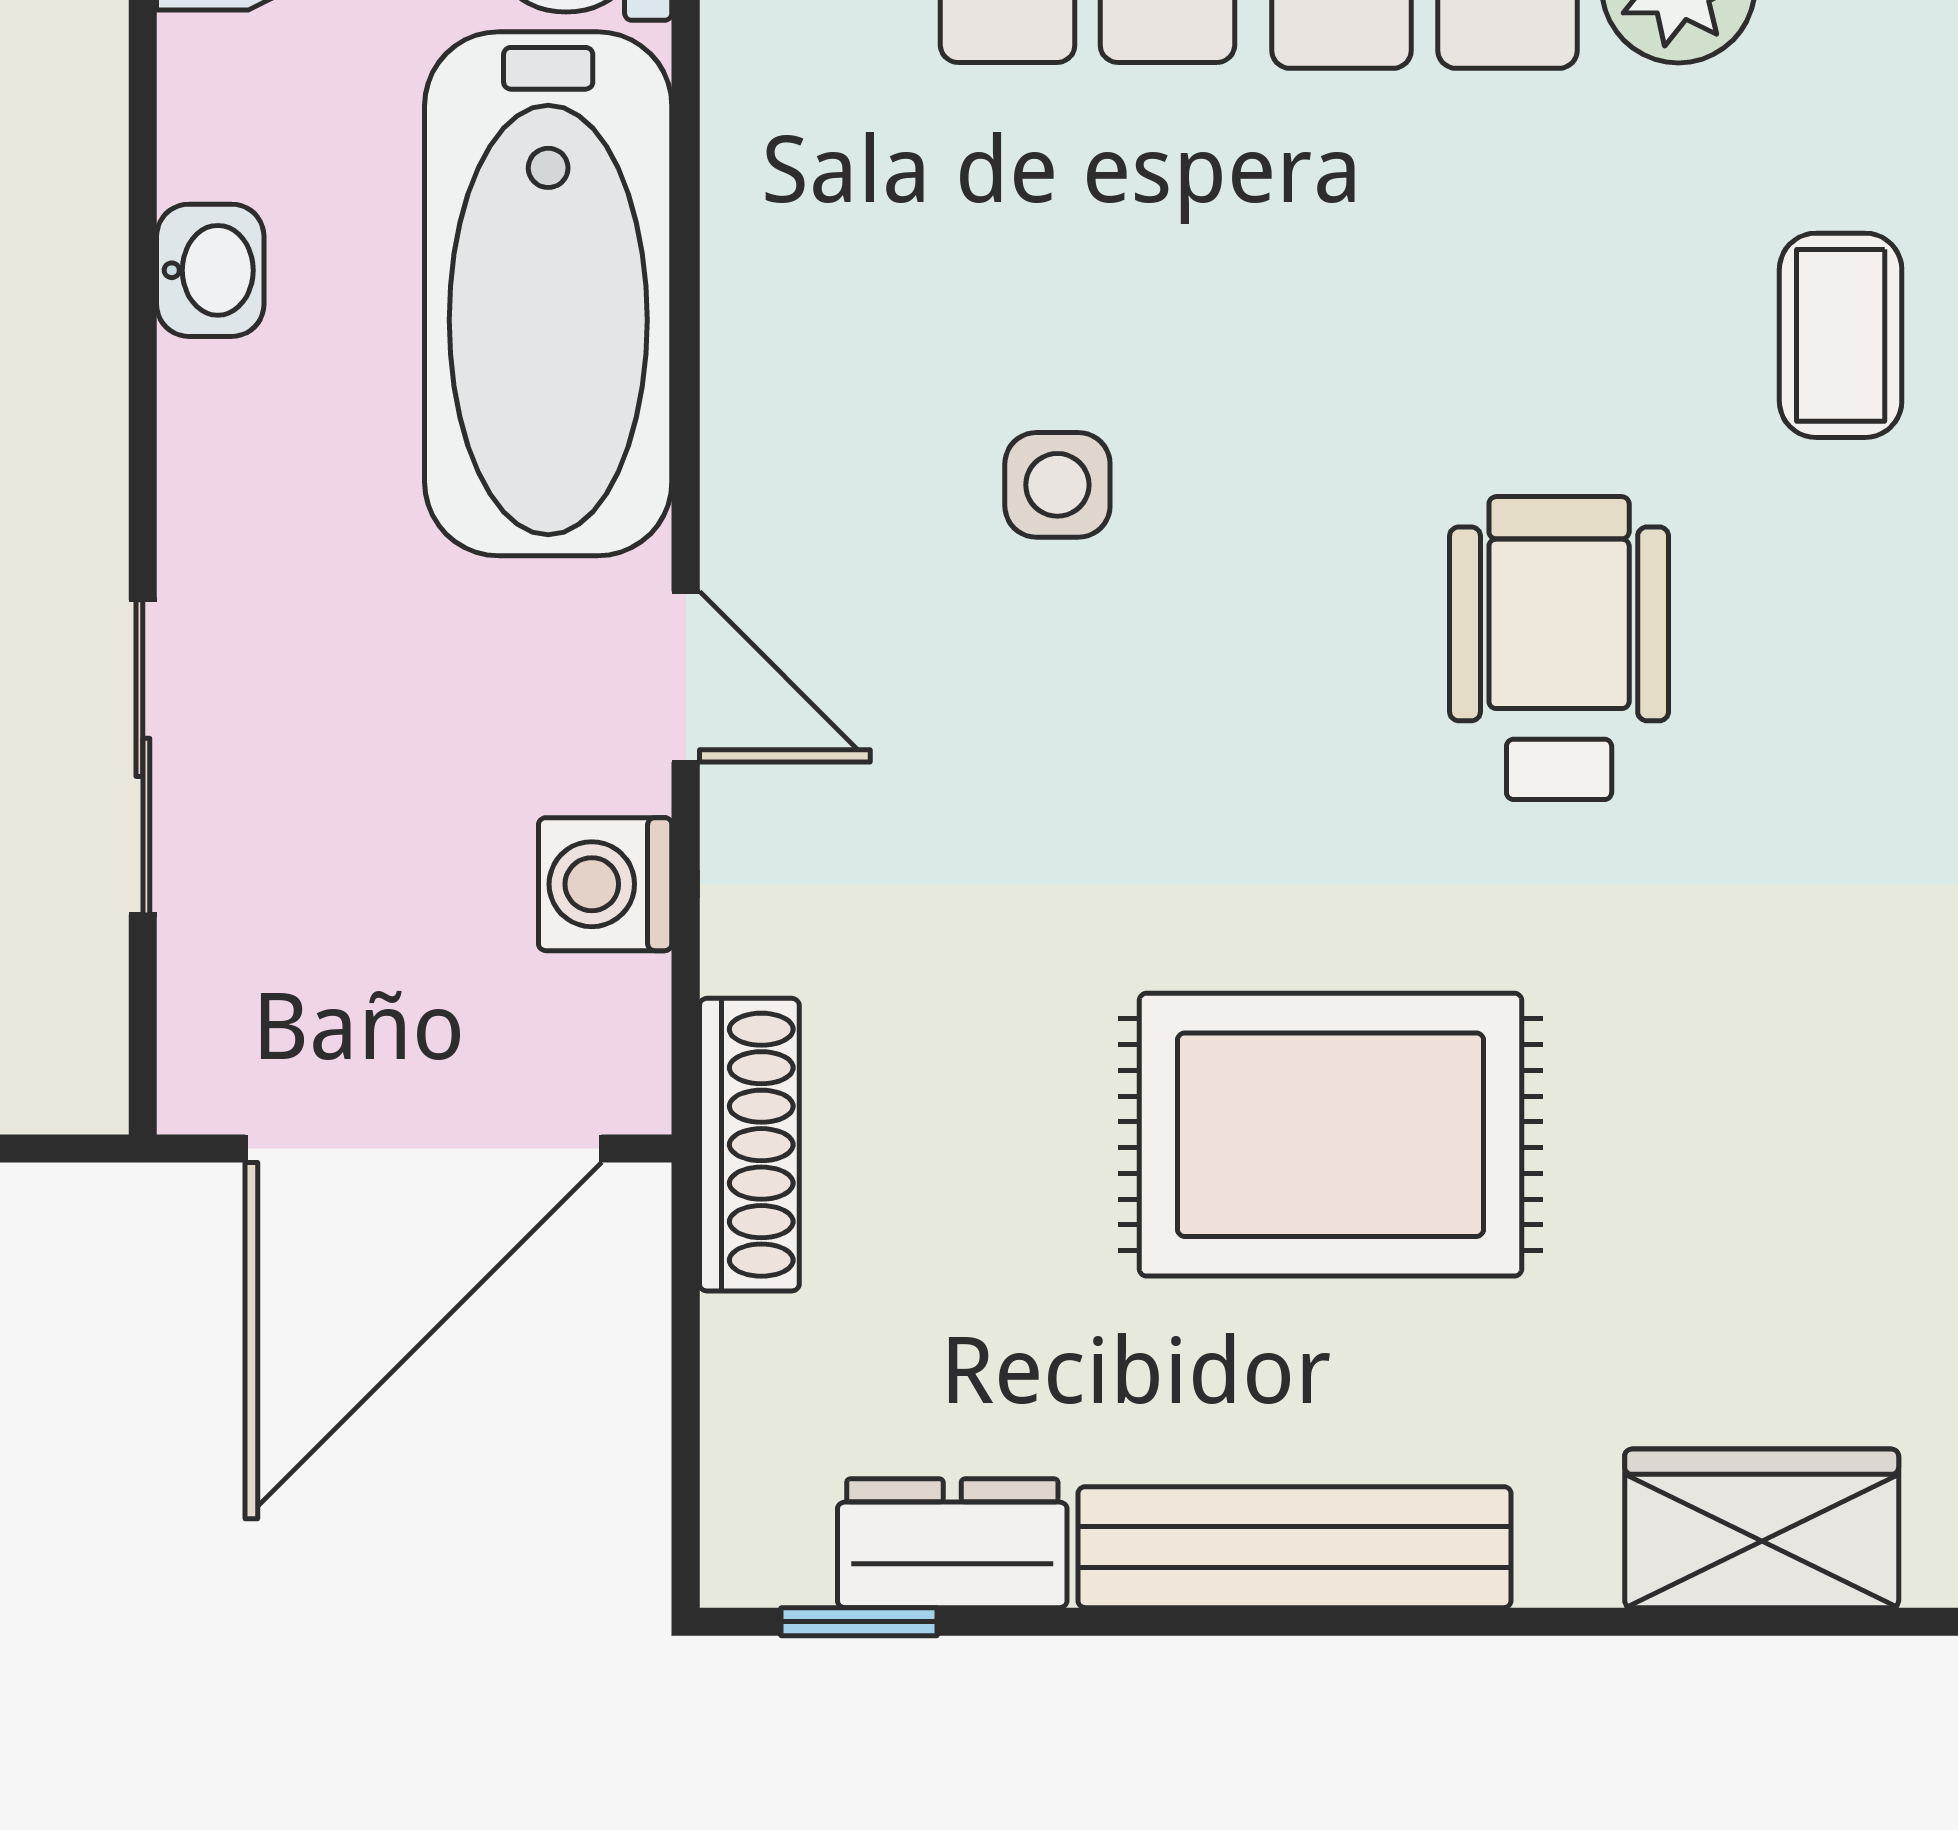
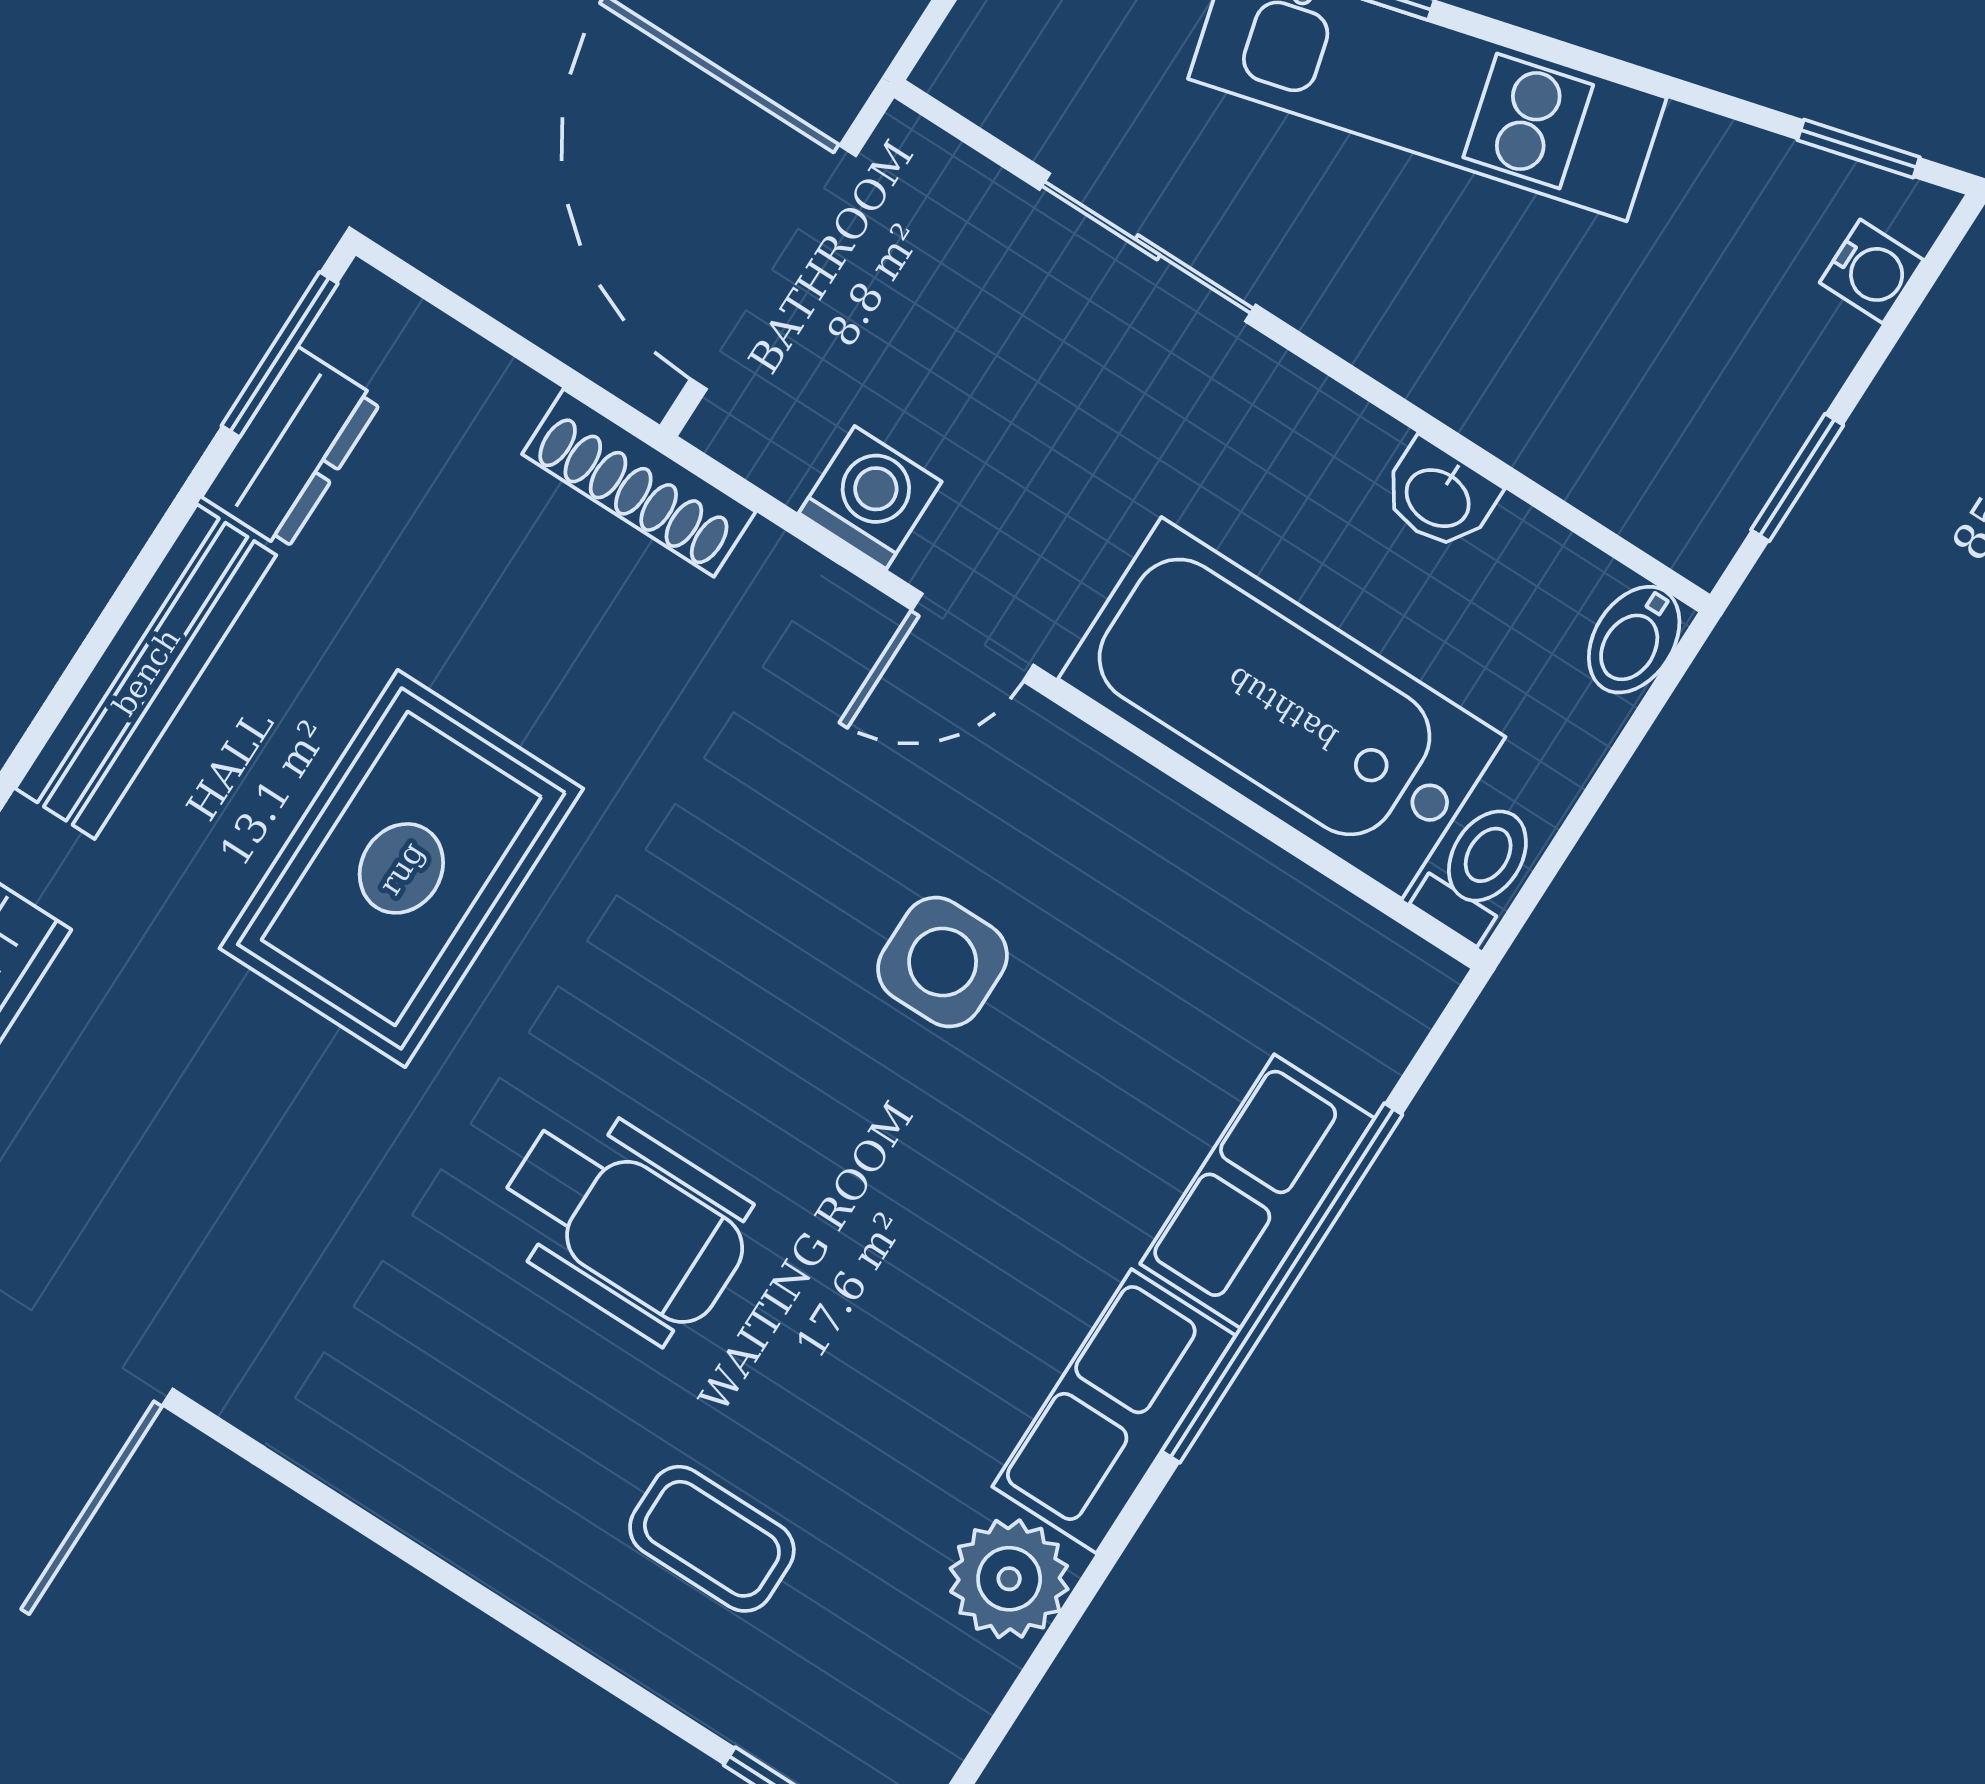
side table: (1057, 485) -> (943, 962), width x1.37, depth x1.37
window: (859, 1622) -> (280, 355), width x1.50

